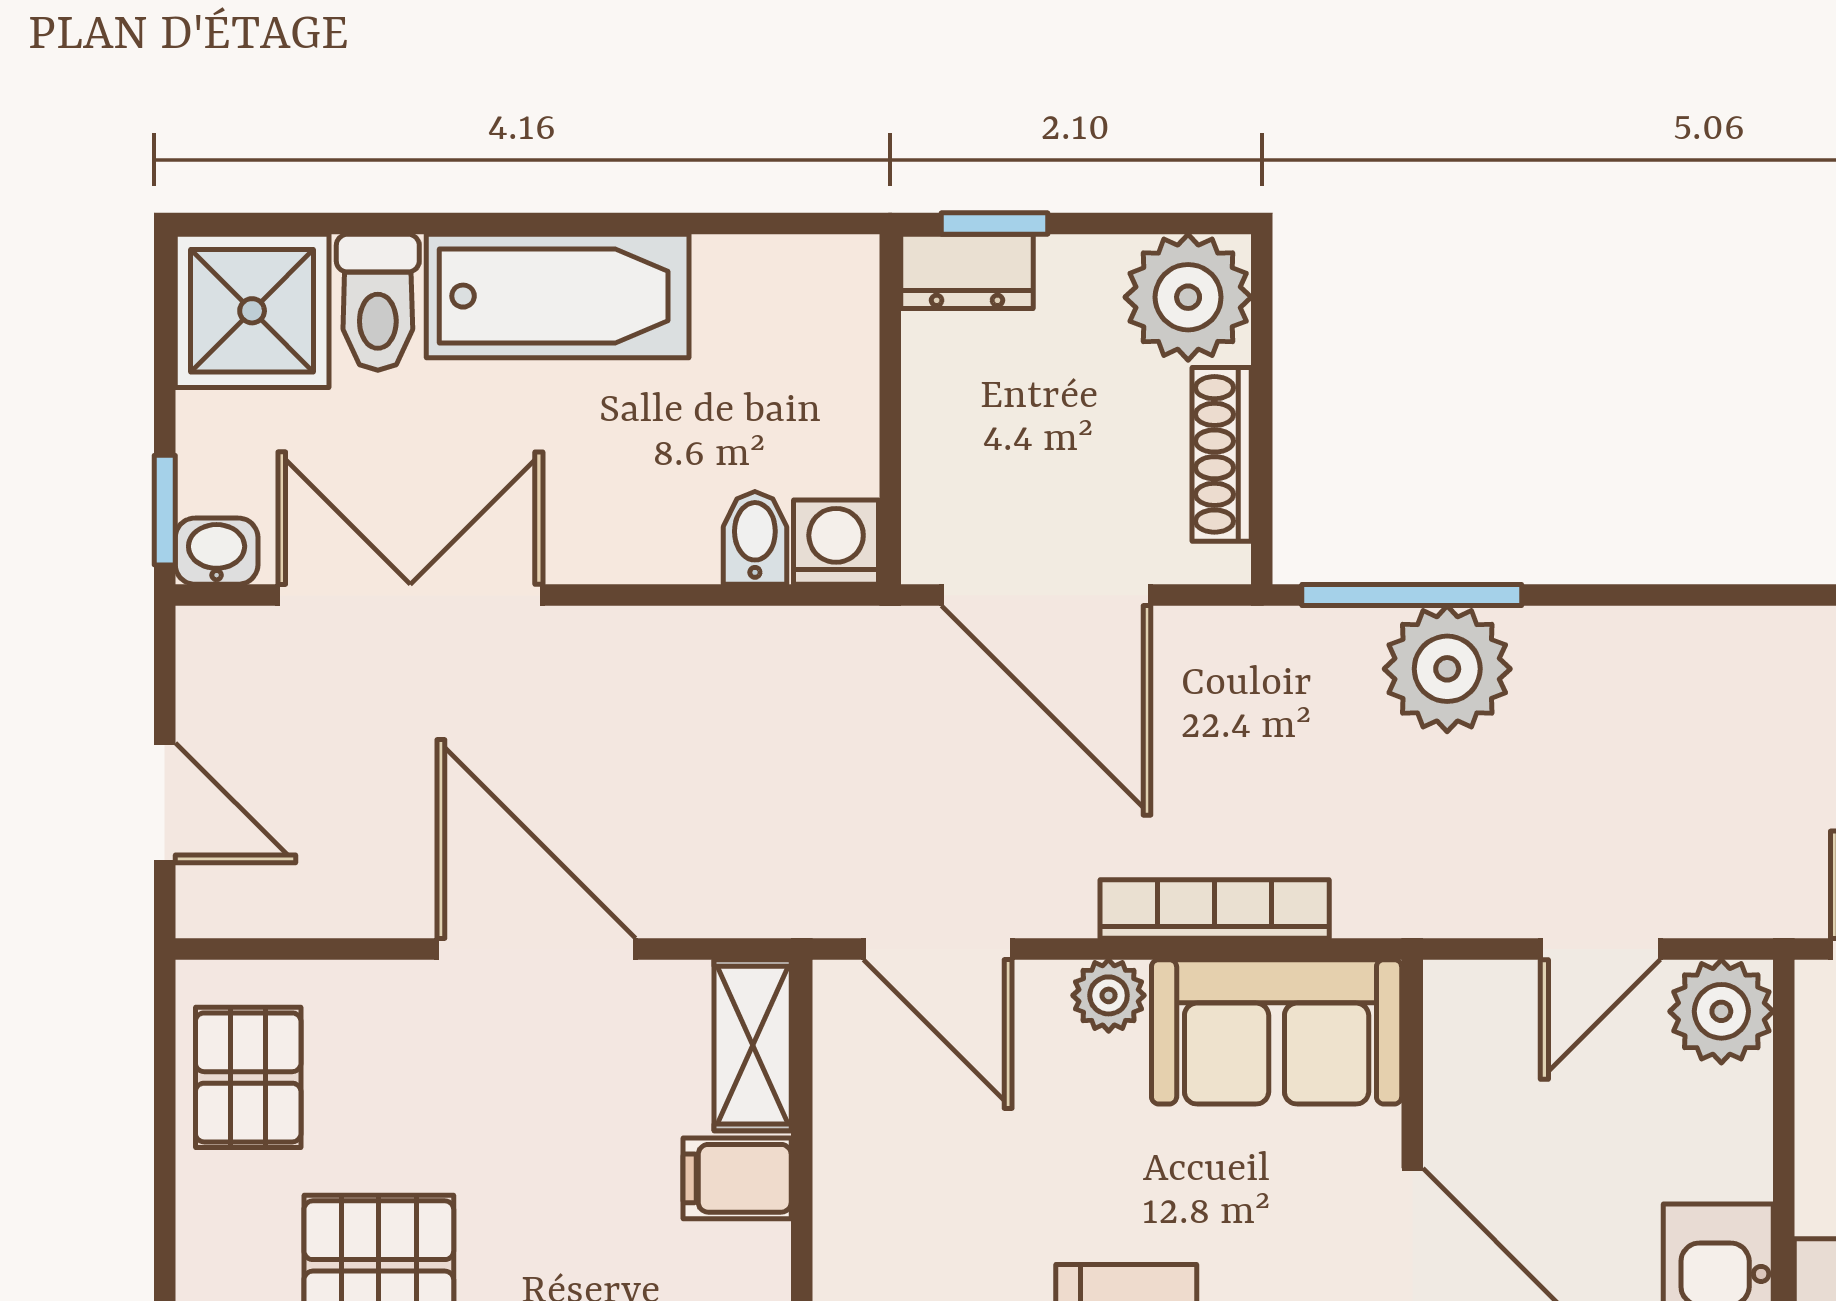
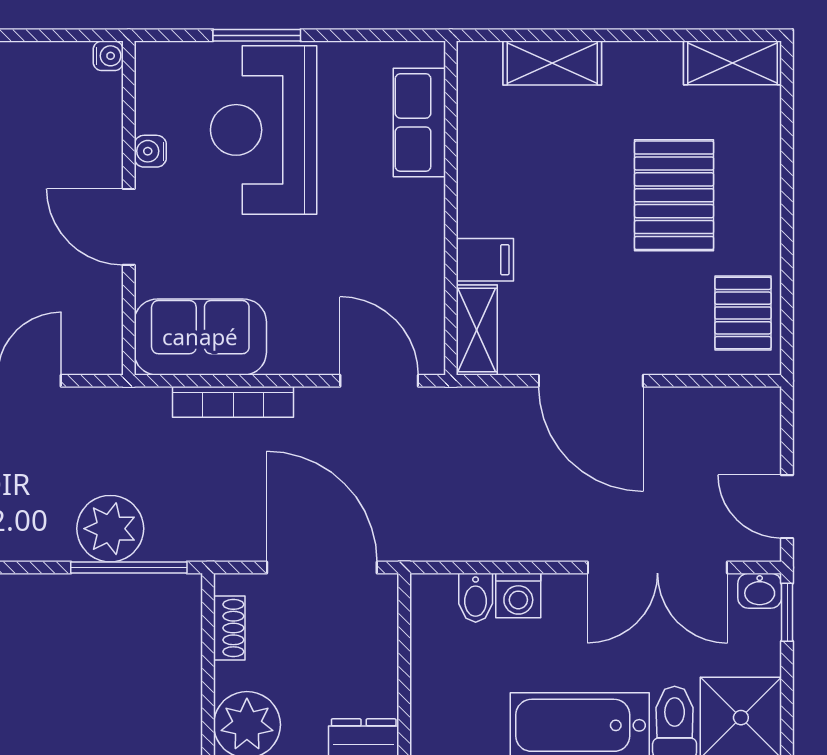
shoe rack: (1222, 454) -> (229, 628), width x0.70
washing machine: (836, 542) -> (518, 595), moved
door: (165, 803) -> (787, 507), moved
plant: (1109, 995) -> (289, 356), removed

